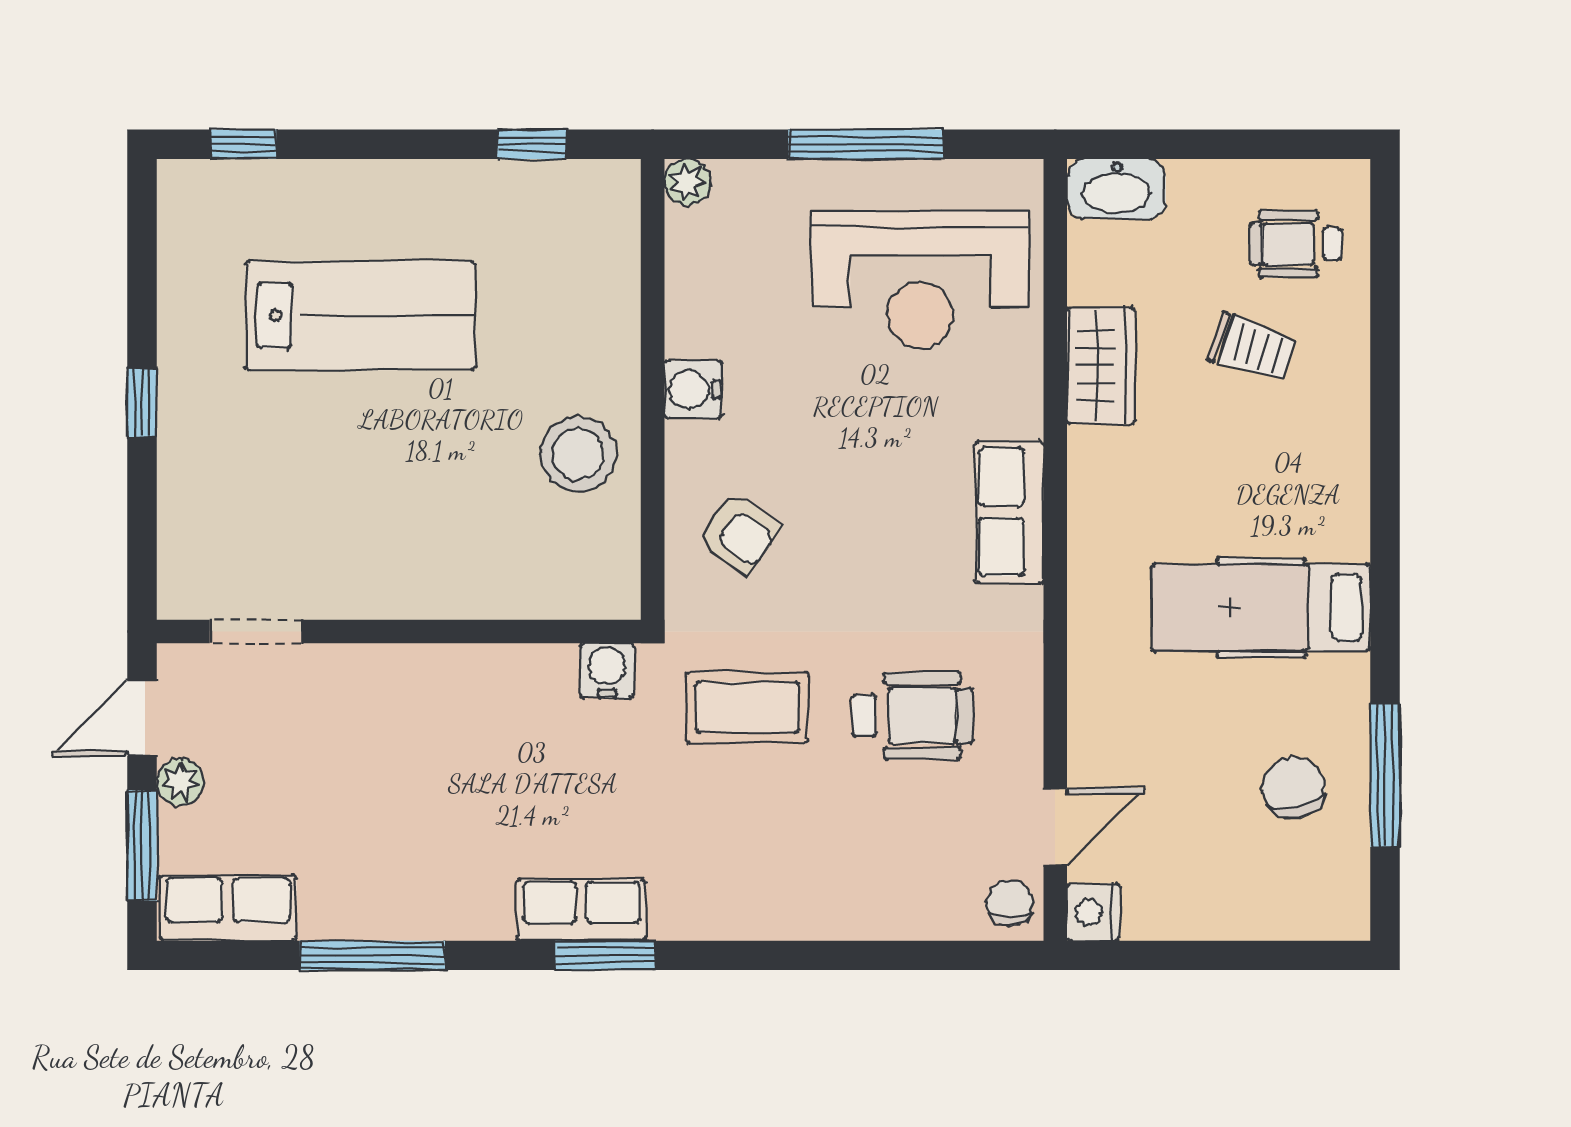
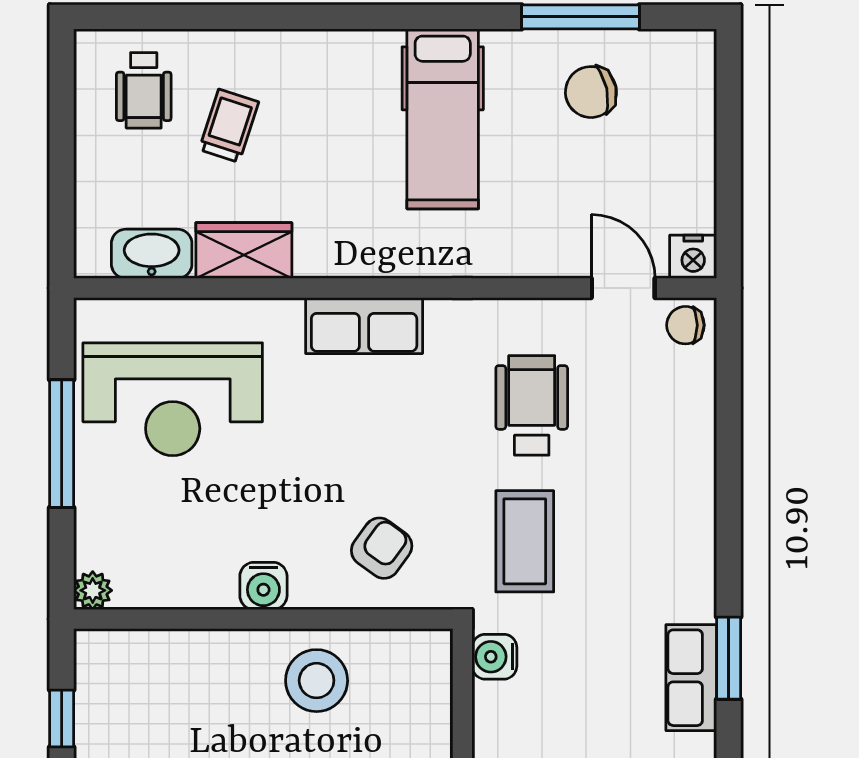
washbasin: (1116, 189) -> (152, 254), moved, turned -90
reception desk: (920, 279) -> (173, 399), turned 90

